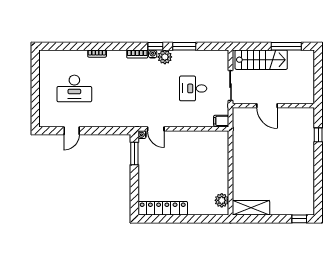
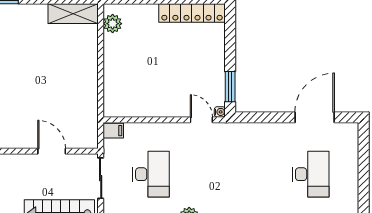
desk: (74, 88) -> (311, 174), turned 90
desk: (193, 88) -> (151, 174), width x1.37
door: (72, 131) -> (315, 117), width x1.88

